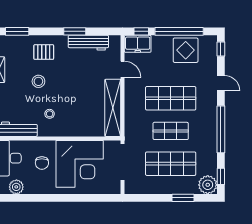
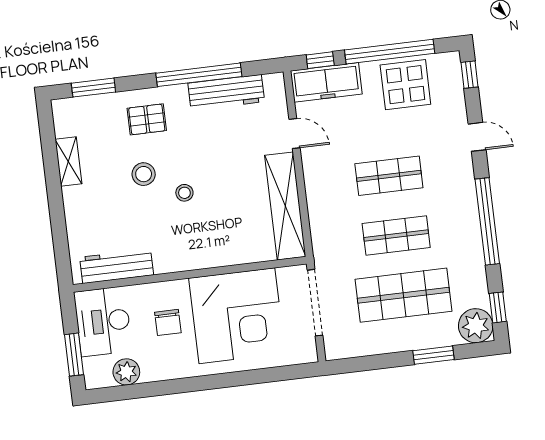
window: (75, 31) -> (199, 75), width x2.11
freezer: (138, 44) -> (326, 82), width x1.40
shop shelf: (171, 98) -> (389, 176), width x0.70, depth x0.74
stool: (50, 114) -> (184, 193), moved

